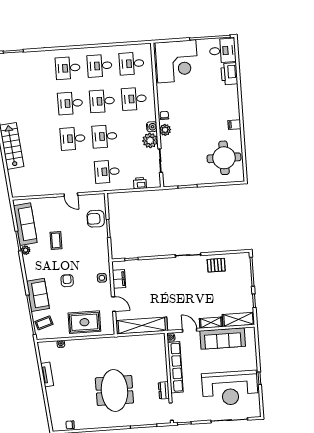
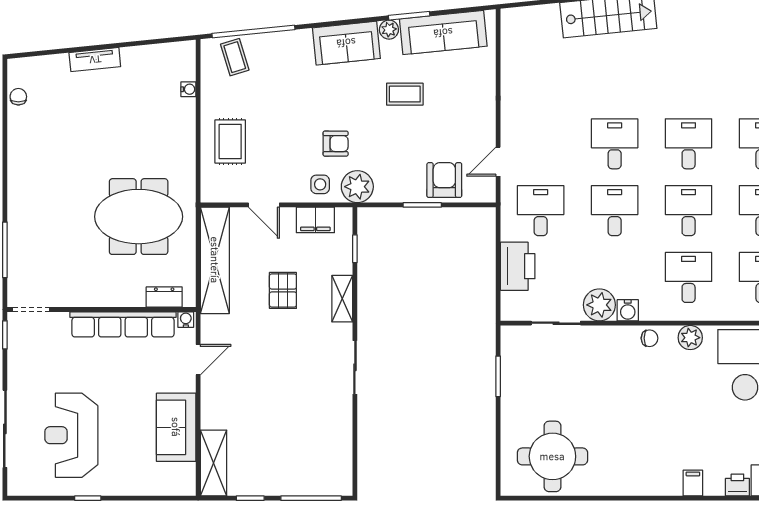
printer: (229, 74) -> (737, 485), width x0.53, depth x0.68
filing cabinet: (234, 125) -> (693, 483), moved
plant: (165, 130) -> (690, 338), moved
printer: (140, 183) -> (518, 266), width x1.87, depth x1.48
door: (71, 195) -> (498, 162), moved
plant: (102, 260) -> (357, 187), added
pallet: (216, 265) -> (283, 290), moved
armchair: (67, 281) -> (336, 144), moved
sofa: (38, 295) -> (346, 43), moved
door: (114, 304) -> (264, 205), hinge flipped
rug: (84, 322) -> (230, 142), width x0.73, depth x0.70
shelving: (211, 323) -> (342, 299), moved
sofa: (223, 338) -> (176, 427), width x0.73
tv unit: (47, 375) -> (95, 60), moved
reception desk: (230, 388) -> (71, 435), width x0.74, depth x0.77
meeting table: (114, 390) -> (139, 217), moved
dresser: (164, 390) -> (164, 297), moved

